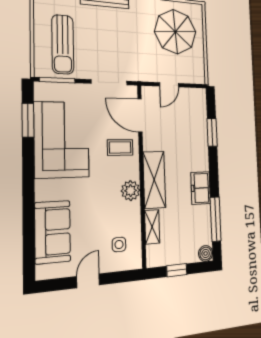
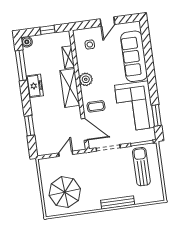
sofa: (53, 232) -> (134, 56), width x1.36

